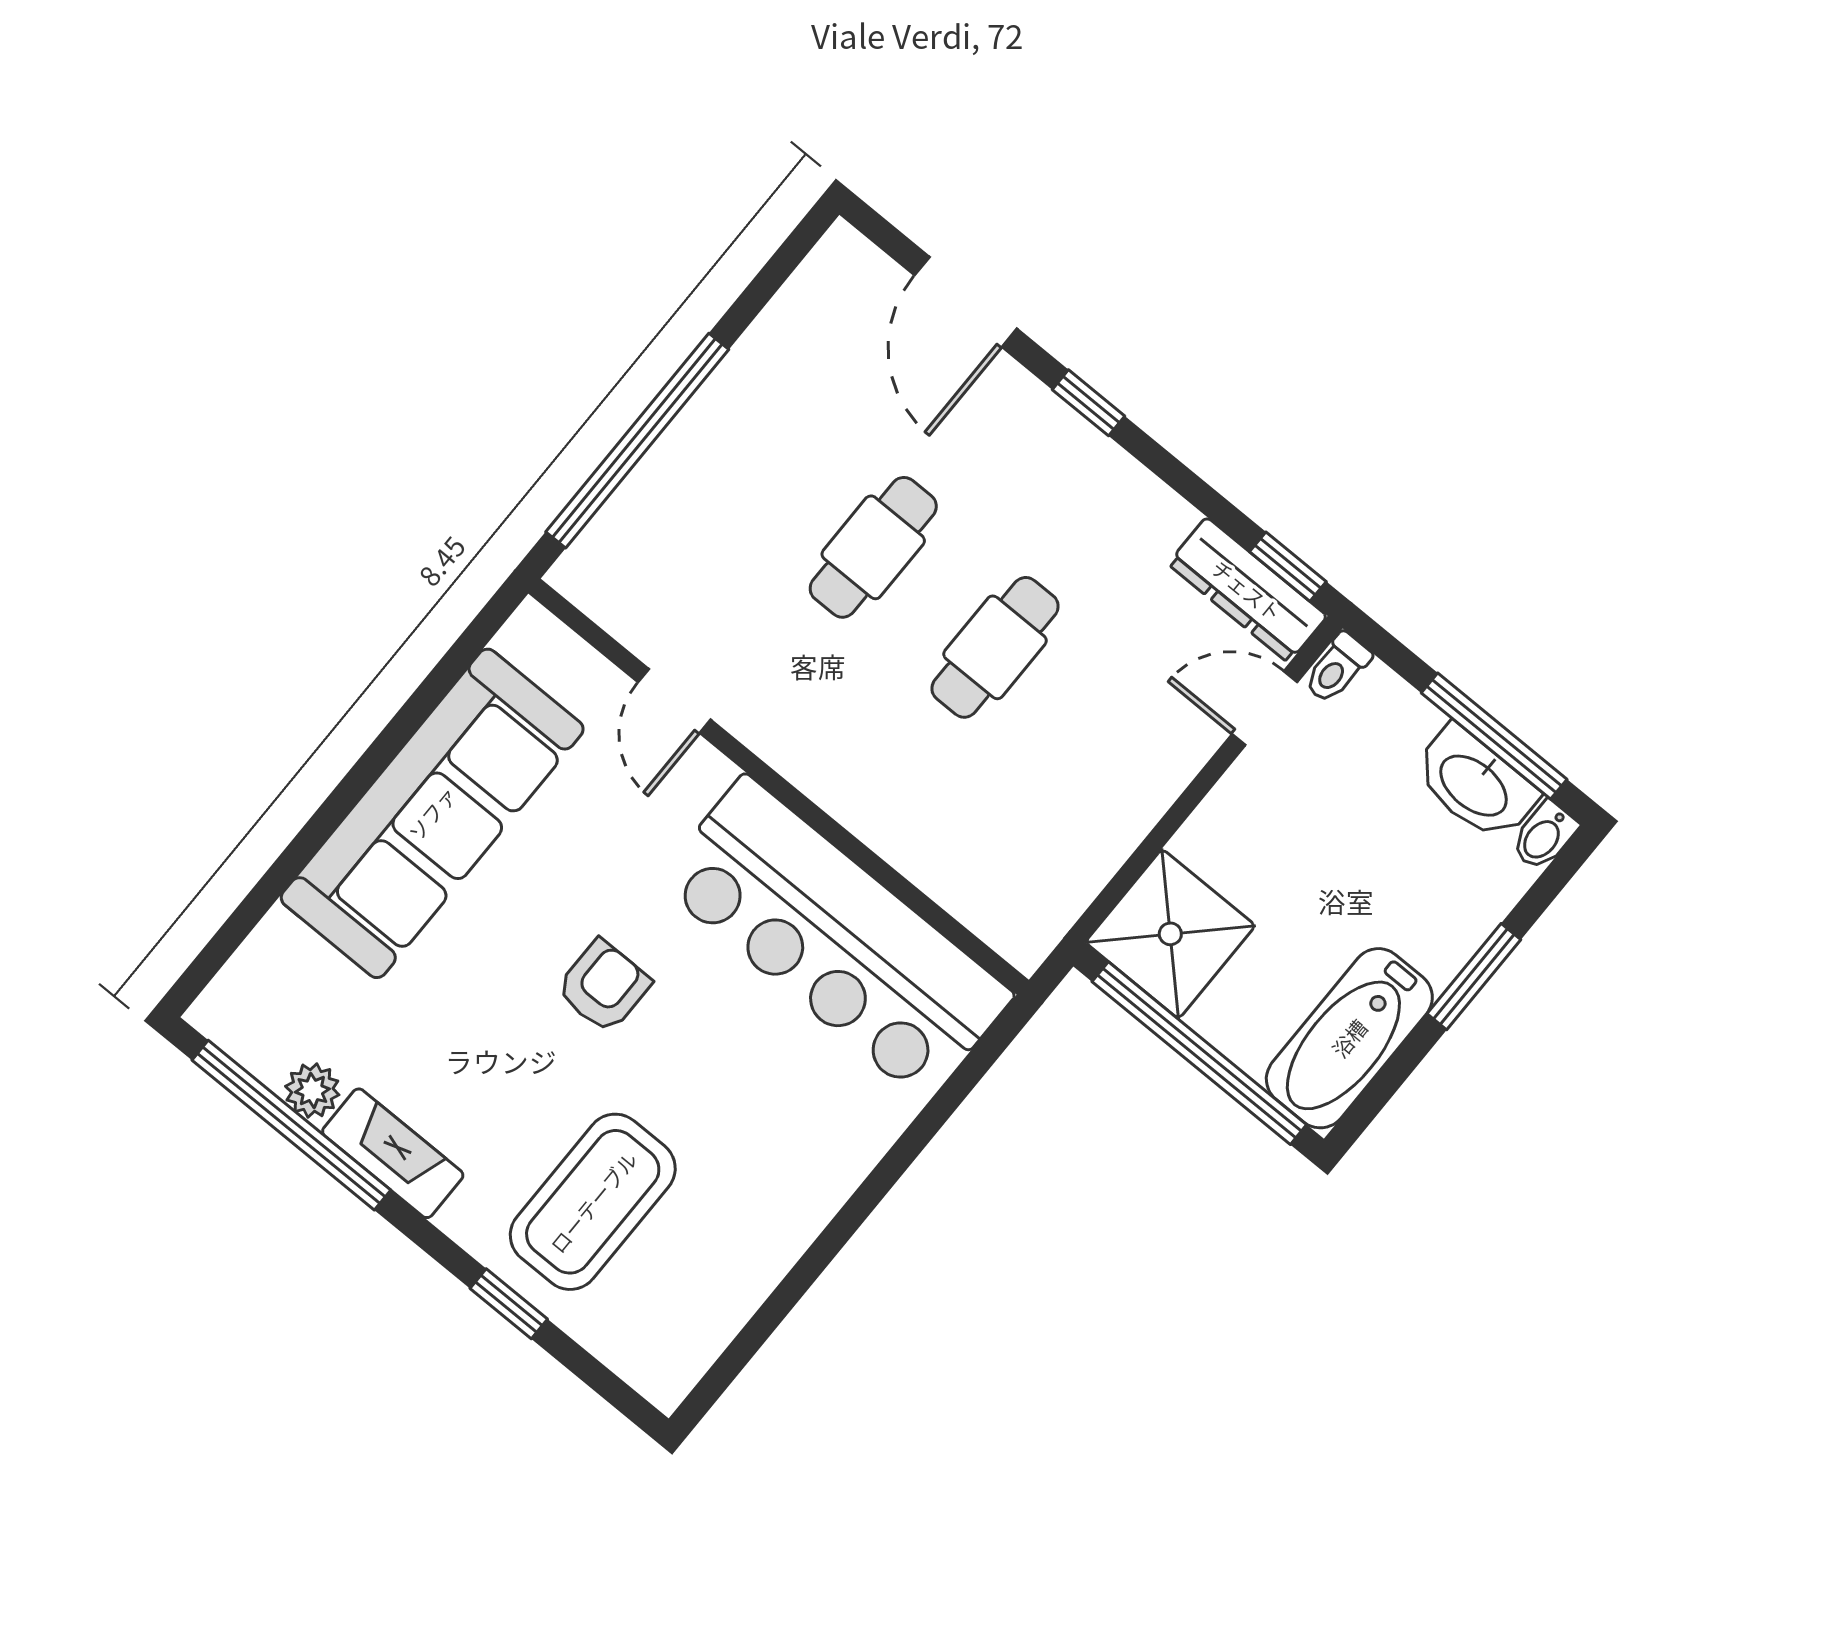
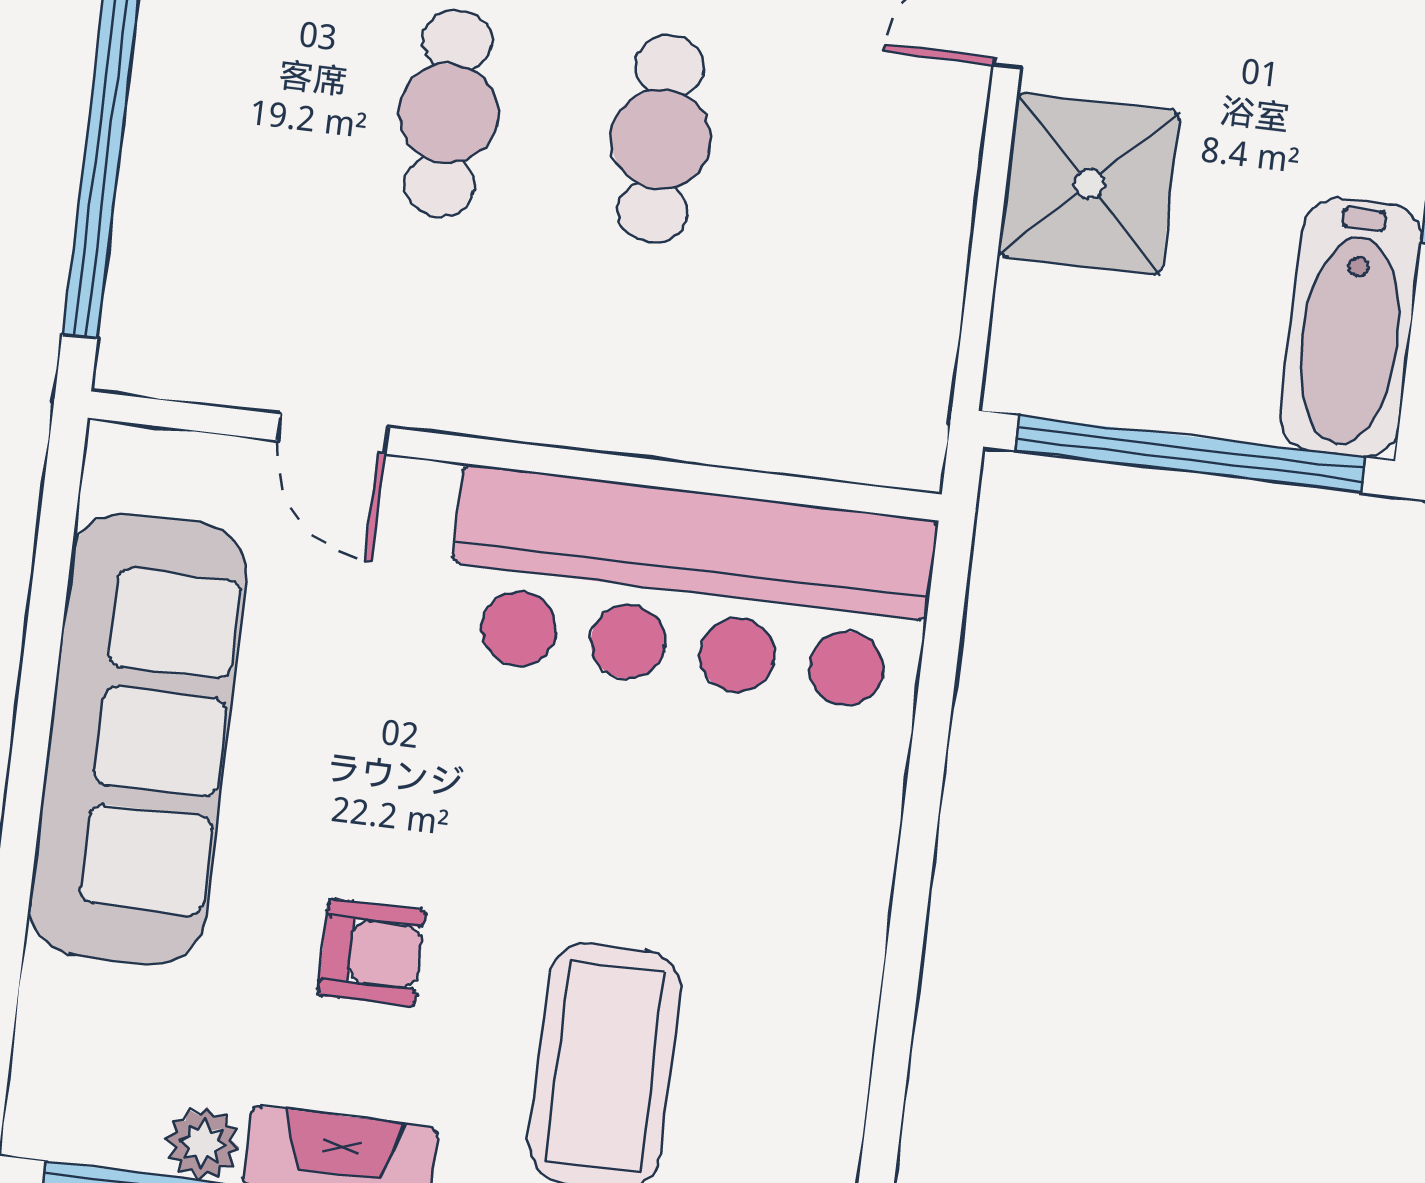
shower: (1170, 934) -> (1089, 184), moved
armchair: (603, 986) -> (372, 953), moved, turned 90

